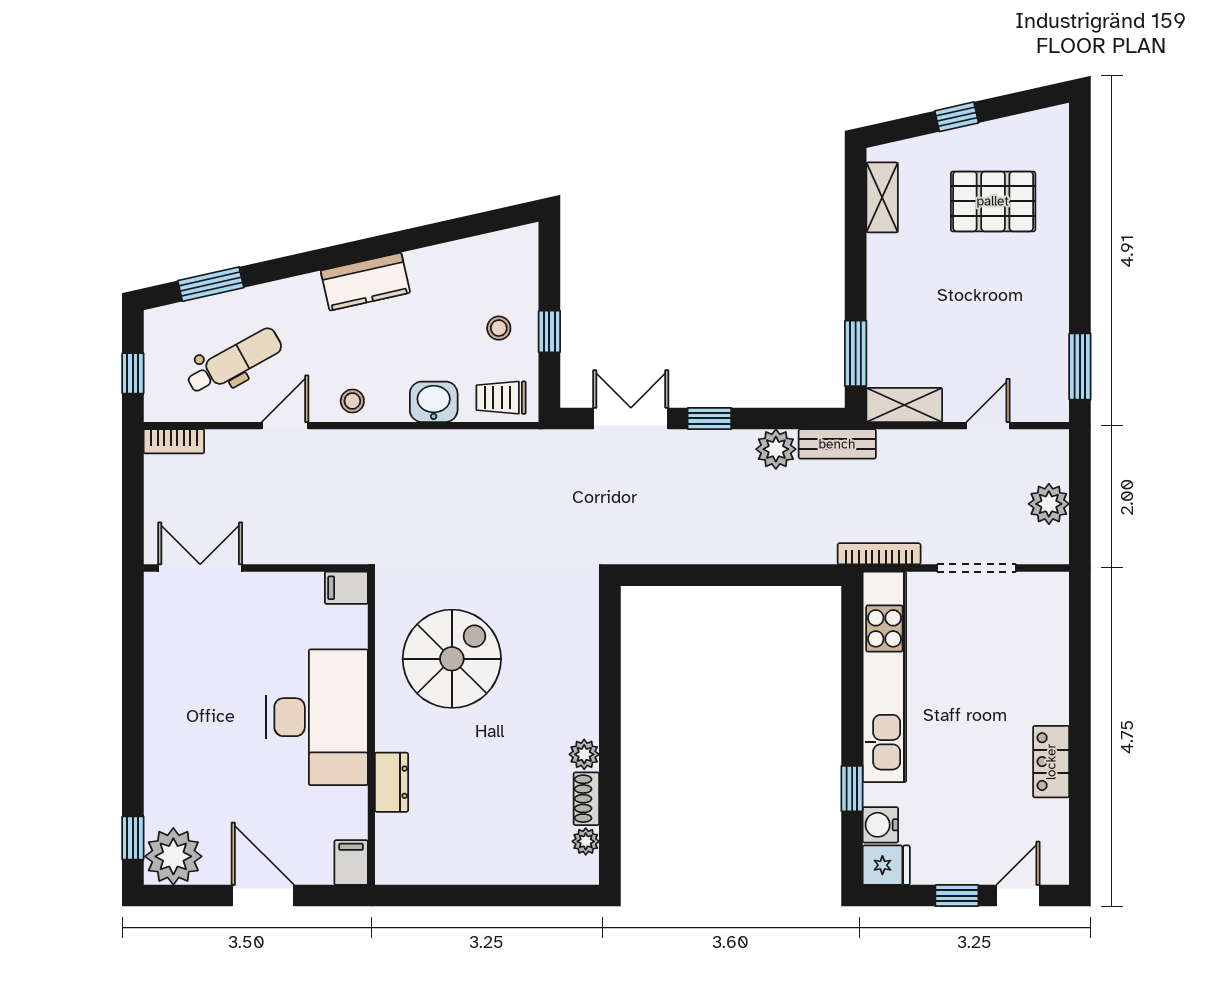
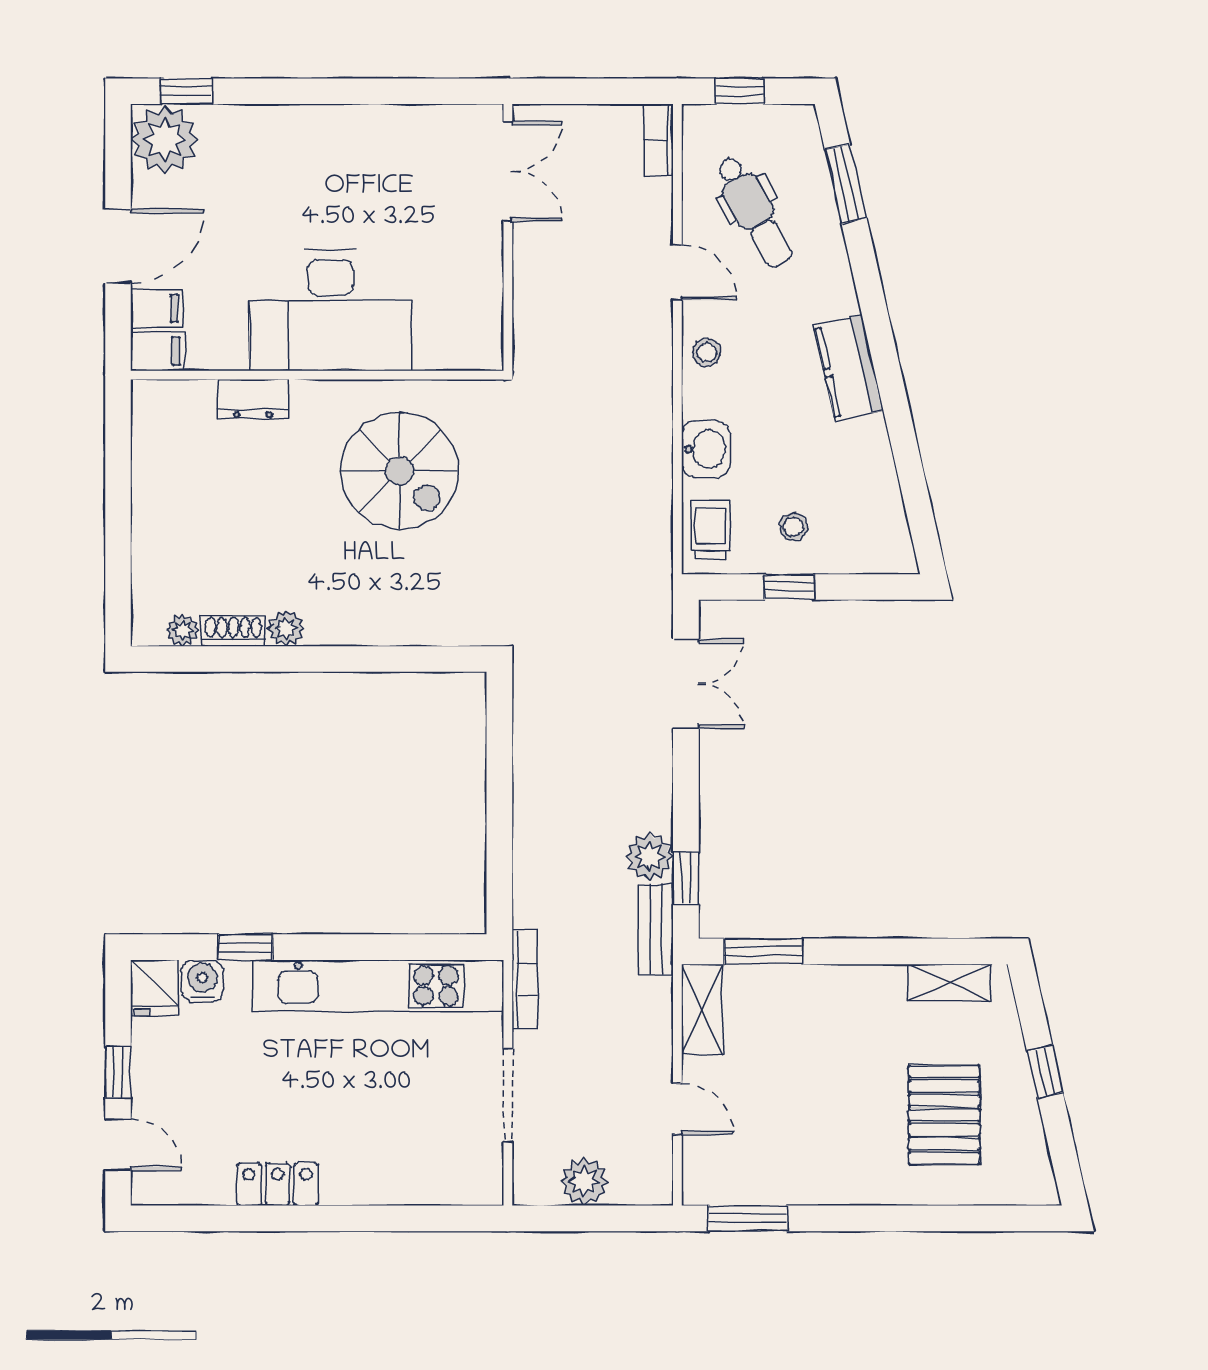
window: (709, 418) -> (686, 878), moved
filing cabinet: (346, 588) -> (156, 308), moved, turned 90

